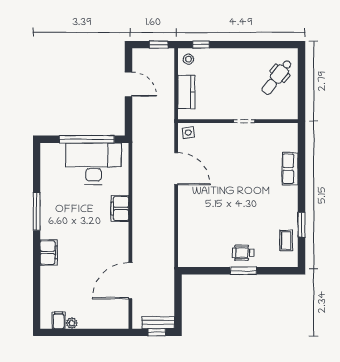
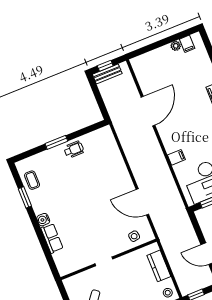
side table: (188, 133) -> (134, 236), moved
water cooler: (291, 193) -> (43, 220), added
filing cabinet: (120, 209) -> (176, 157), width x0.50
wheelchair: (243, 253) -> (74, 149), moved
door: (130, 281) -> (148, 111), moved

